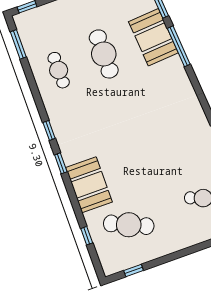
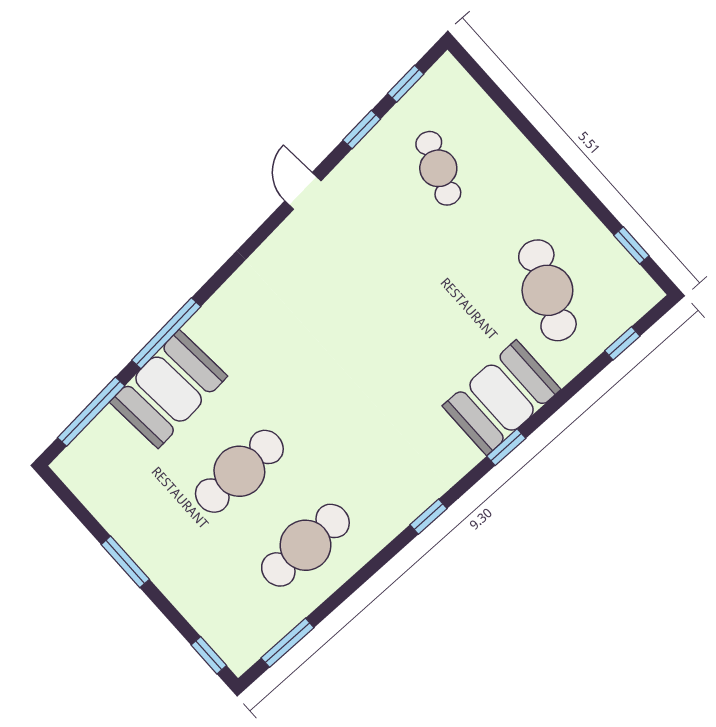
cafe table: (59, 70) -> (305, 545), width x1.37, depth x1.35
window: (61, 163) -> (506, 447), moved
window: (87, 236) -> (622, 343), moved

